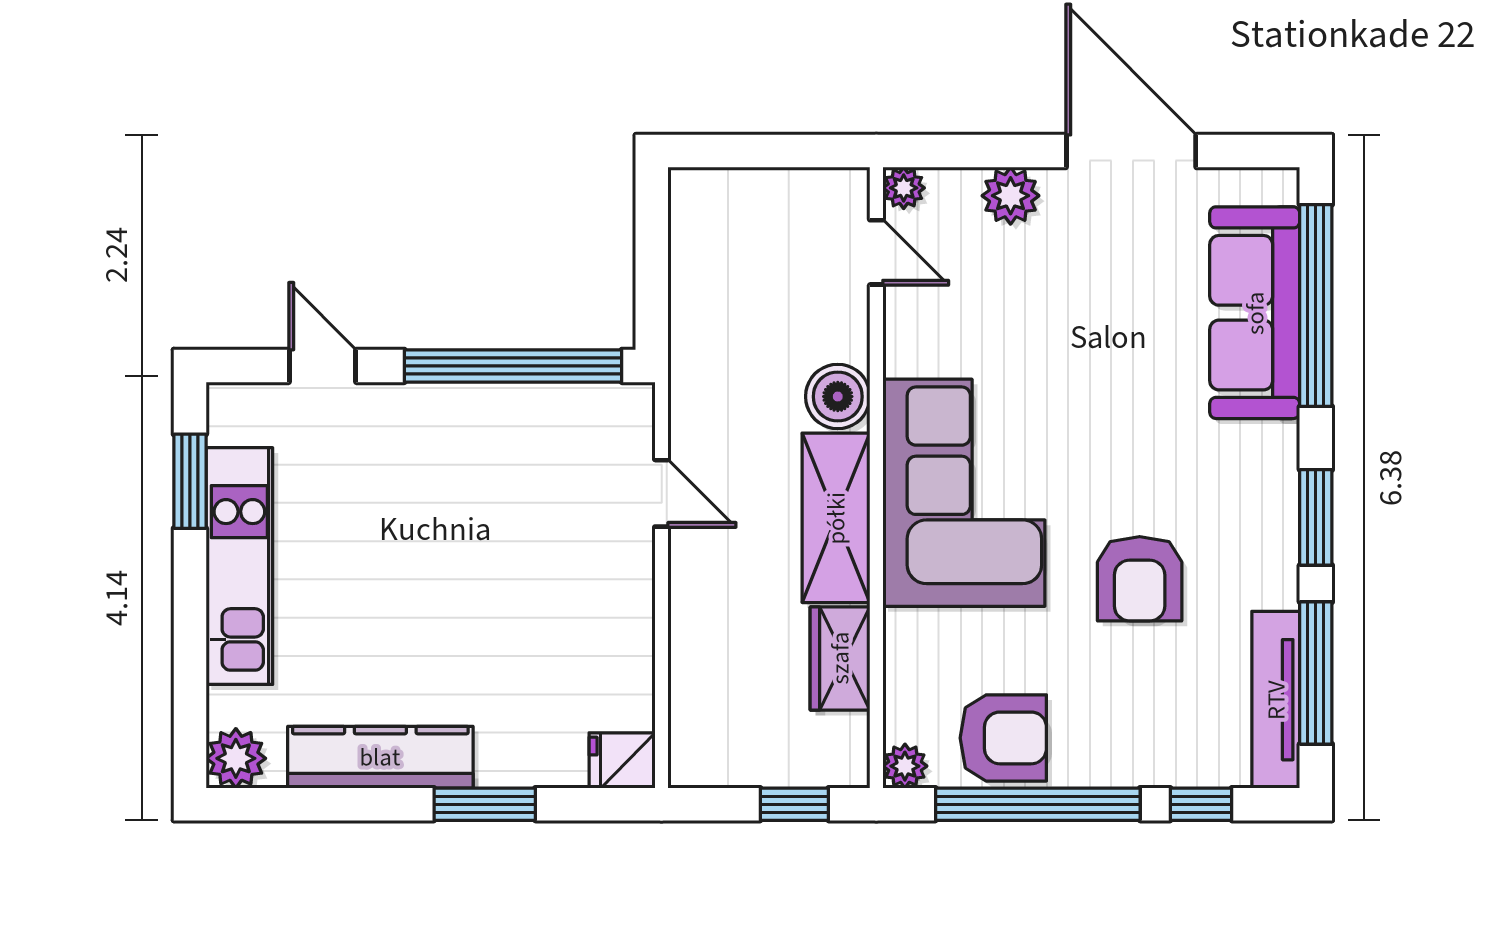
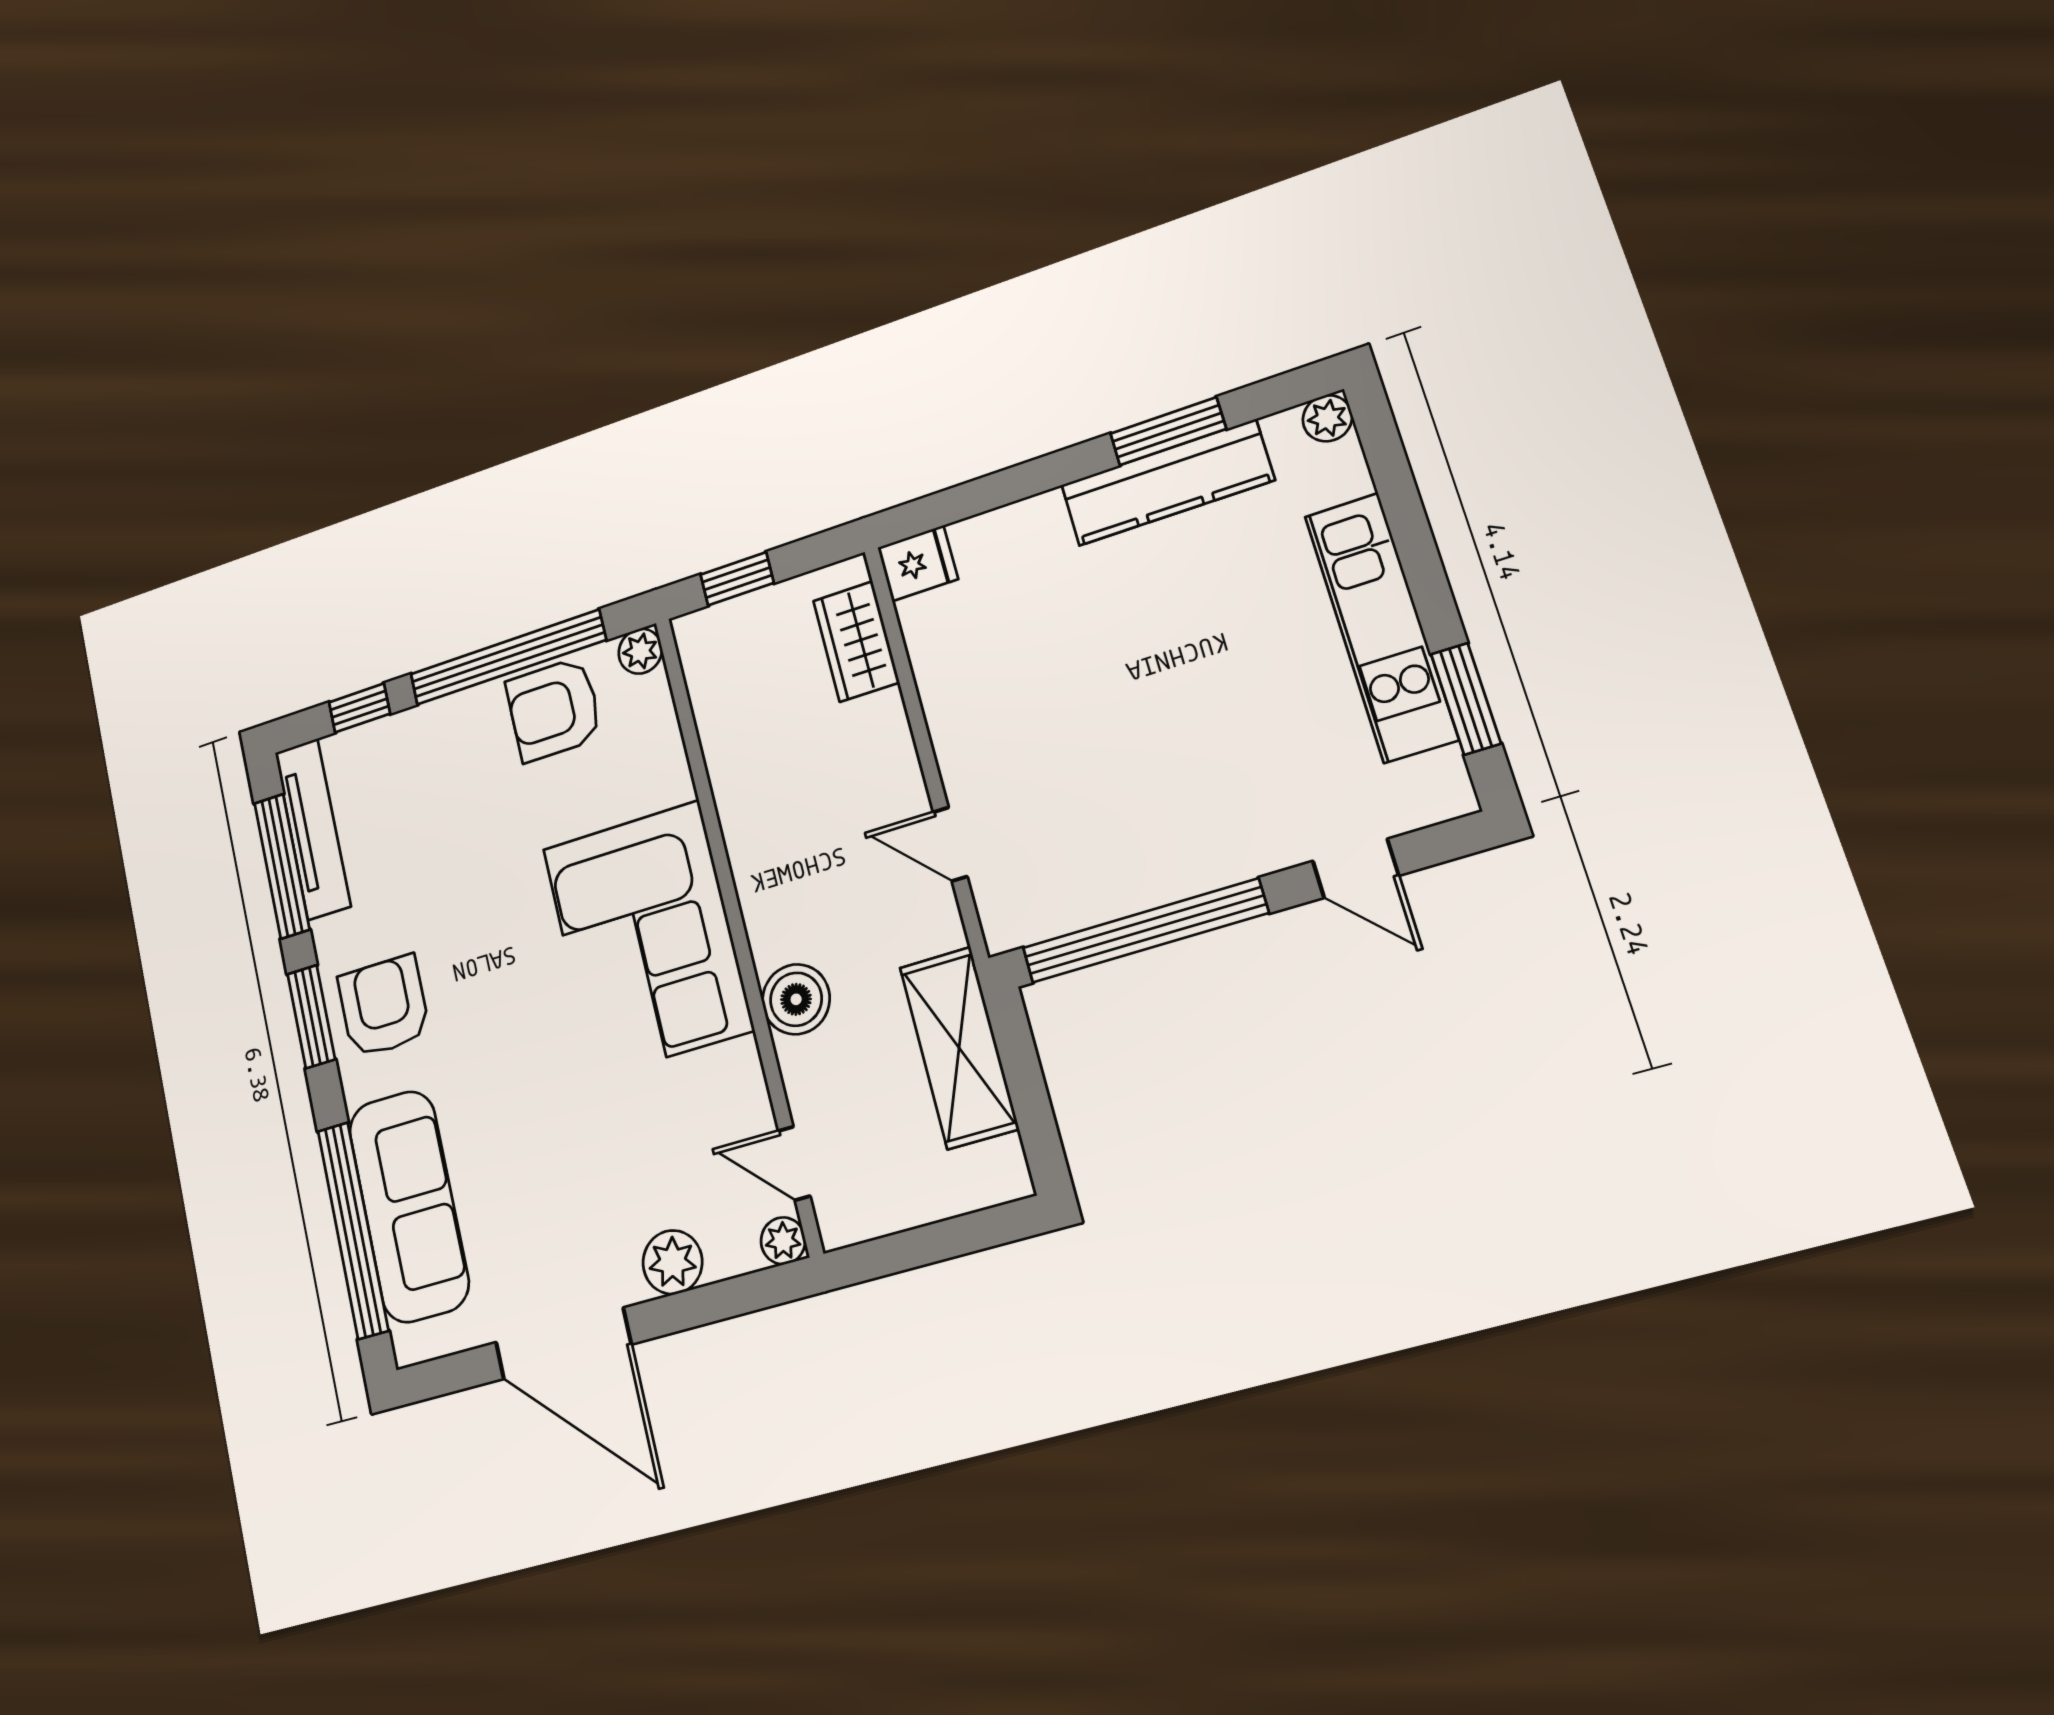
shelving: (836, 518) -> (959, 1048), moved
armchair: (1140, 579) -> (384, 1006), moved
wardrobe: (840, 658) -> (856, 641), moved, turned 180
plant: (236, 758) -> (1327, 418), width x0.73, depth x0.73
window: (485, 804) -> (1168, 431), moved

